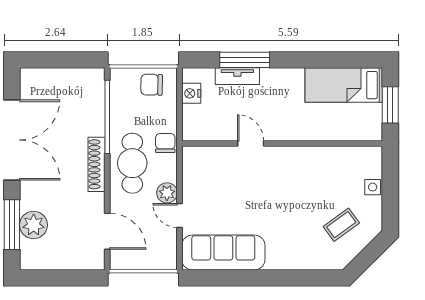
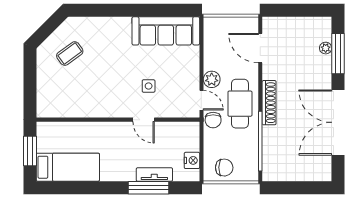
side table: (373, 187) -> (149, 86), moved
door: (180, 215) -> (201, 100), moved
plant: (34, 225) -> (326, 48), width x0.53, depth x0.53

